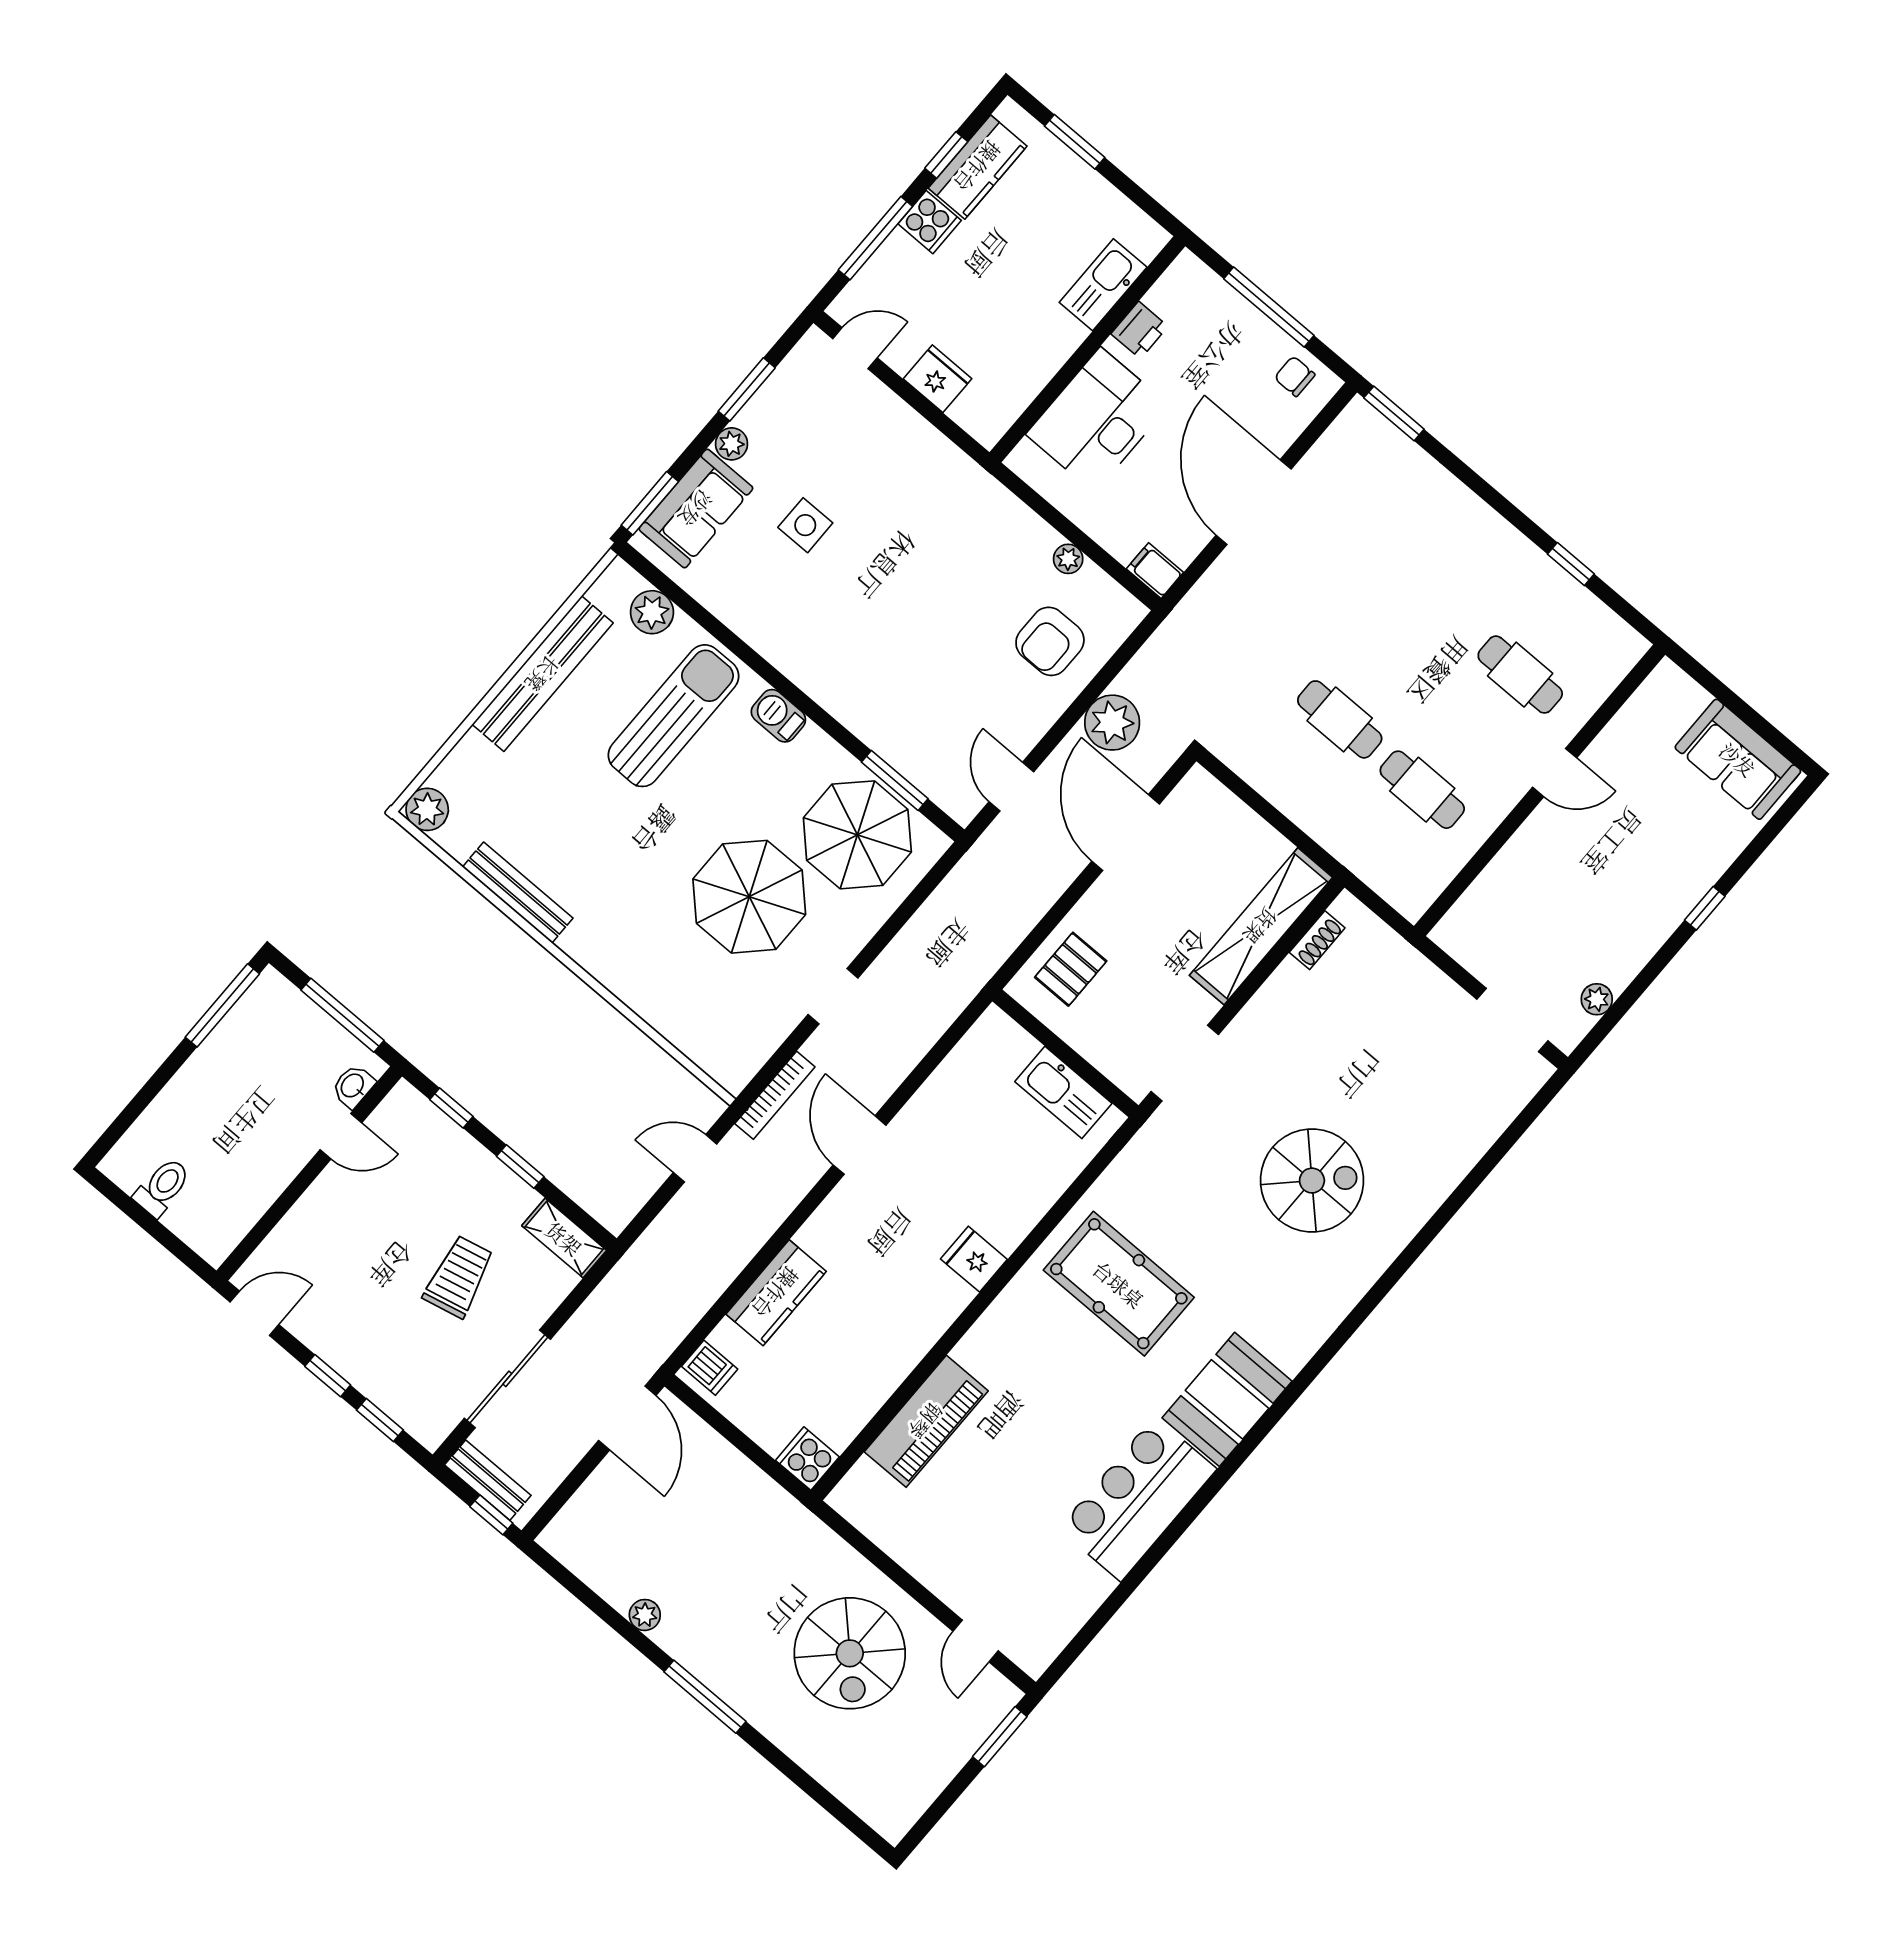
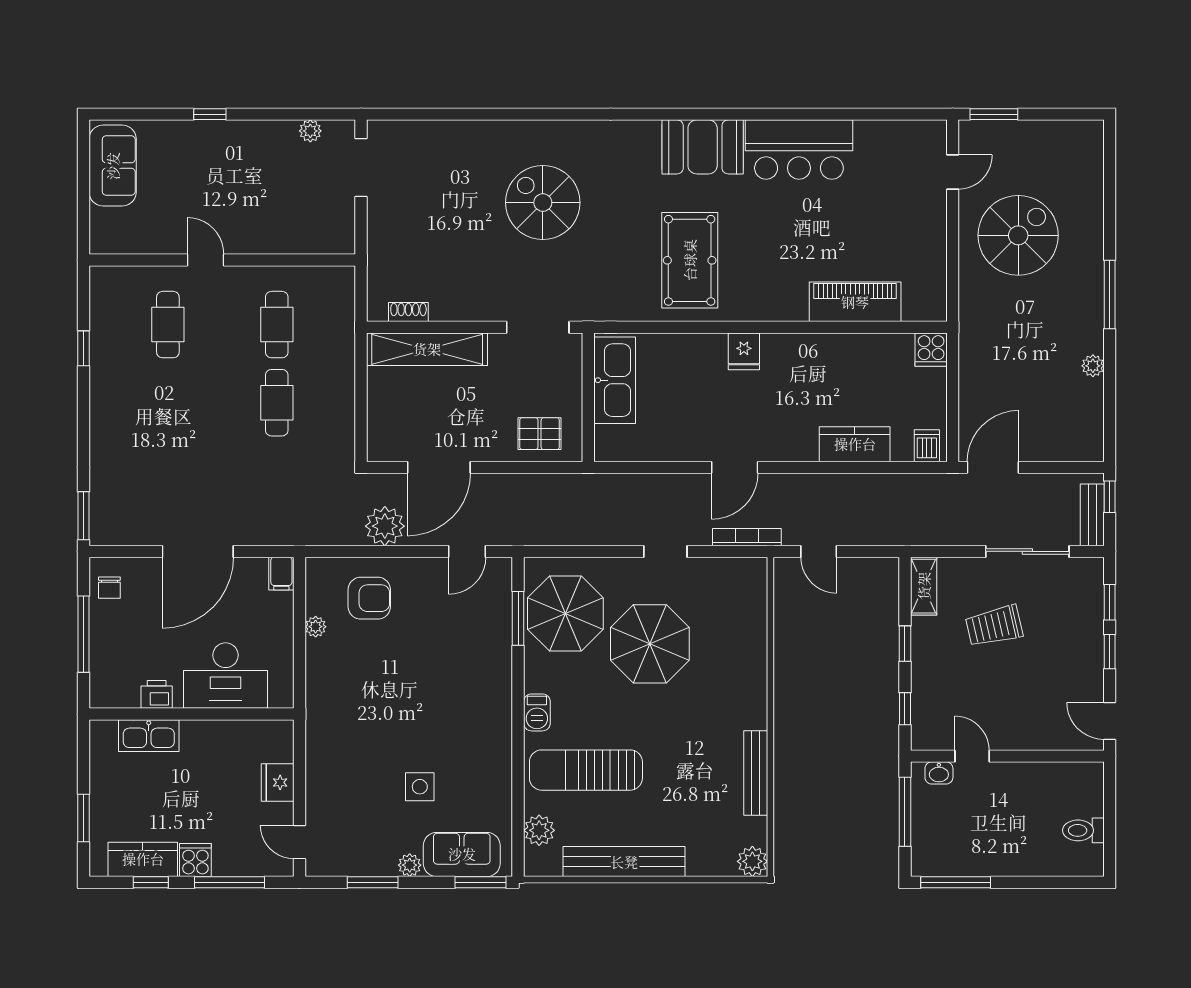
kitchen sink: (1063, 1092) -> (615, 380), width x1.36, depth x1.24

